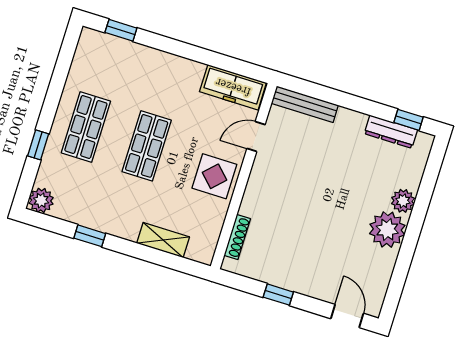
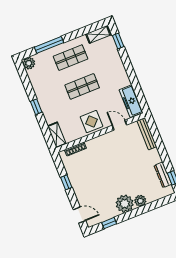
shelving: (85, 53) -> (98, 34), added
window: (38, 145) -> (49, 45), width x2.17
window: (90, 236) -> (36, 107), moved
shelving: (163, 240) -> (57, 135), moved
window: (398, 279) -> (109, 223), added
door: (347, 316) -> (79, 215), hinge flipped

